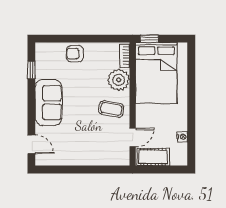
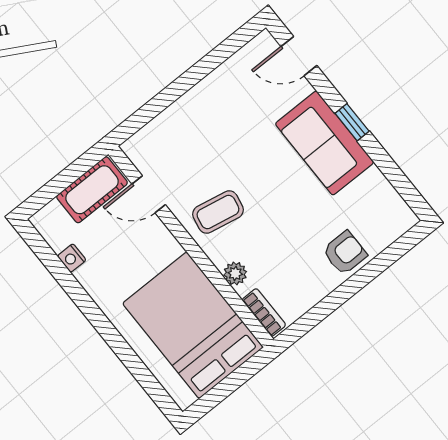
window: (149, 39) -> (247, 370), removed
window: (31, 70) -> (352, 122), moved
plant: (119, 80) -> (235, 273), width x0.53, depth x0.53
door: (133, 137) -> (149, 194), hinge flipped

